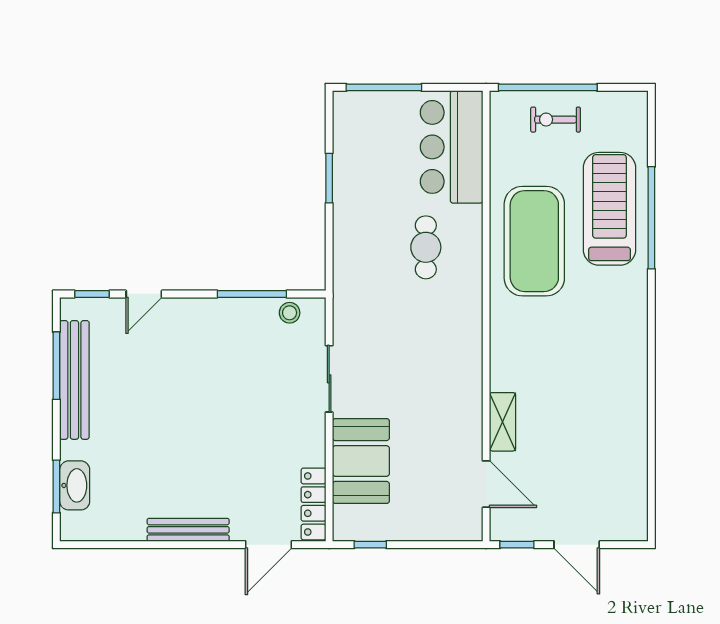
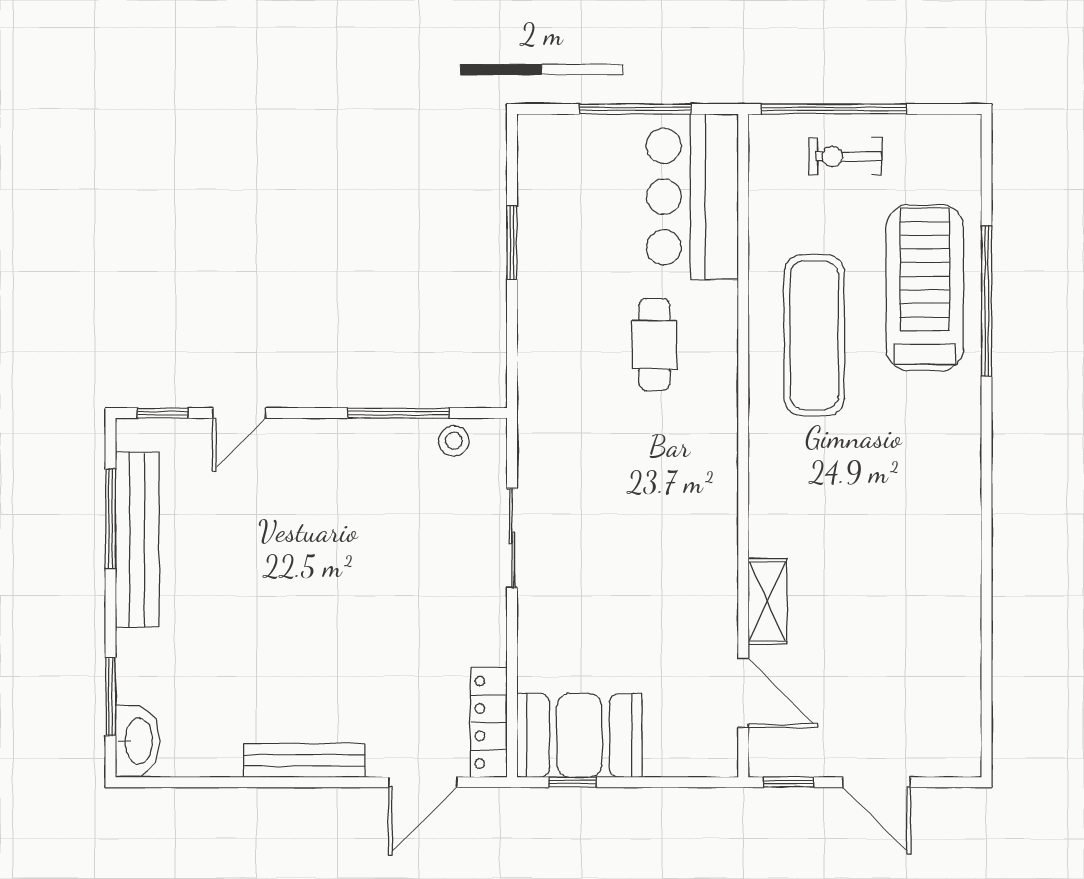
window: (384, 87) -> (635, 109), moved
exercise mat: (534, 241) -> (814, 335), width x0.68
booth: (361, 461) -> (579, 735), moved, turned 90
washbasin: (75, 485) -> (137, 741), moved

